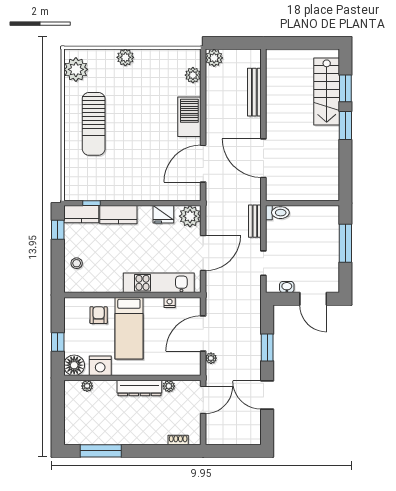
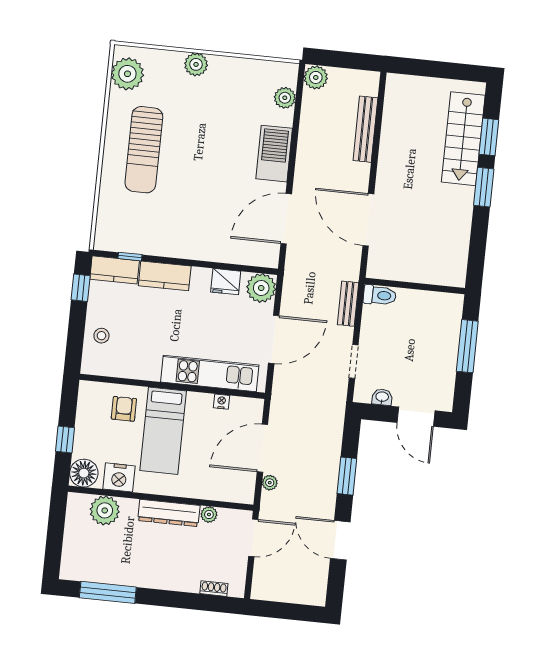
plant: (87, 386) -> (105, 510), width x1.88, depth x1.88

